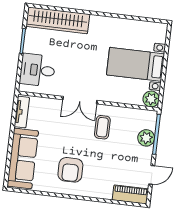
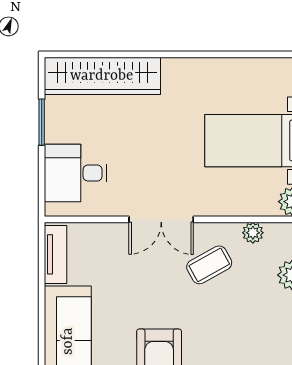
plant: (128, 113) -> (253, 233), added
coffee table: (102, 127) -> (209, 265), turned 61

